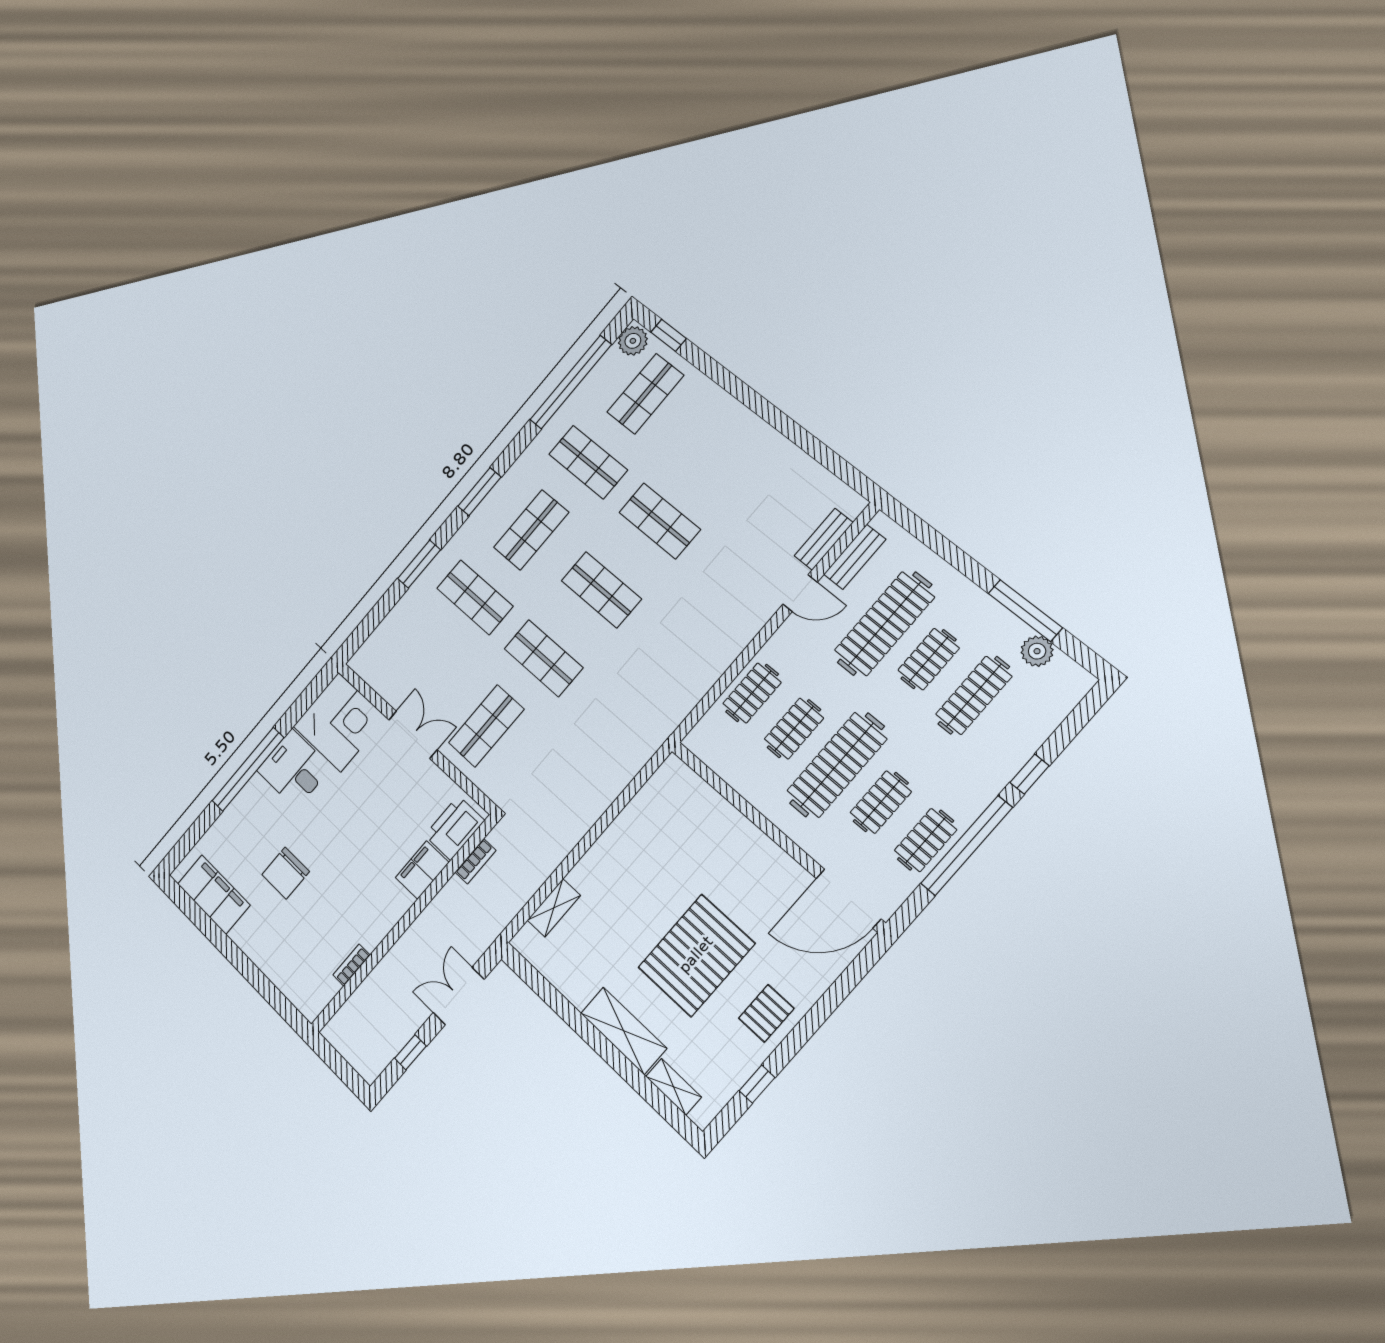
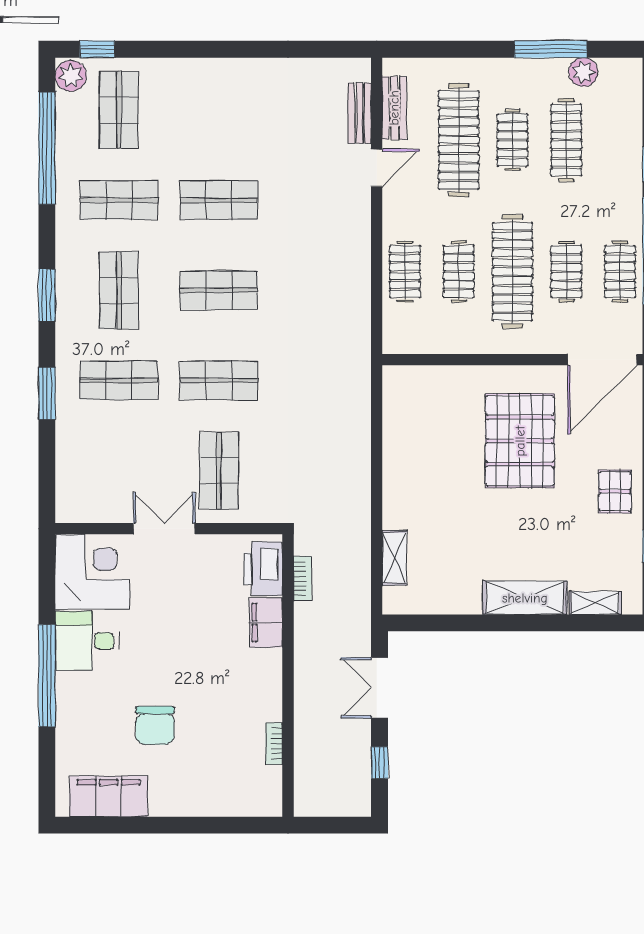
pallet: (696, 955) -> (520, 441), moved

